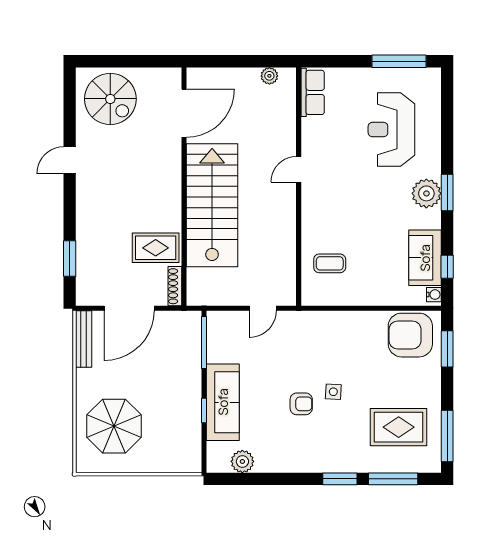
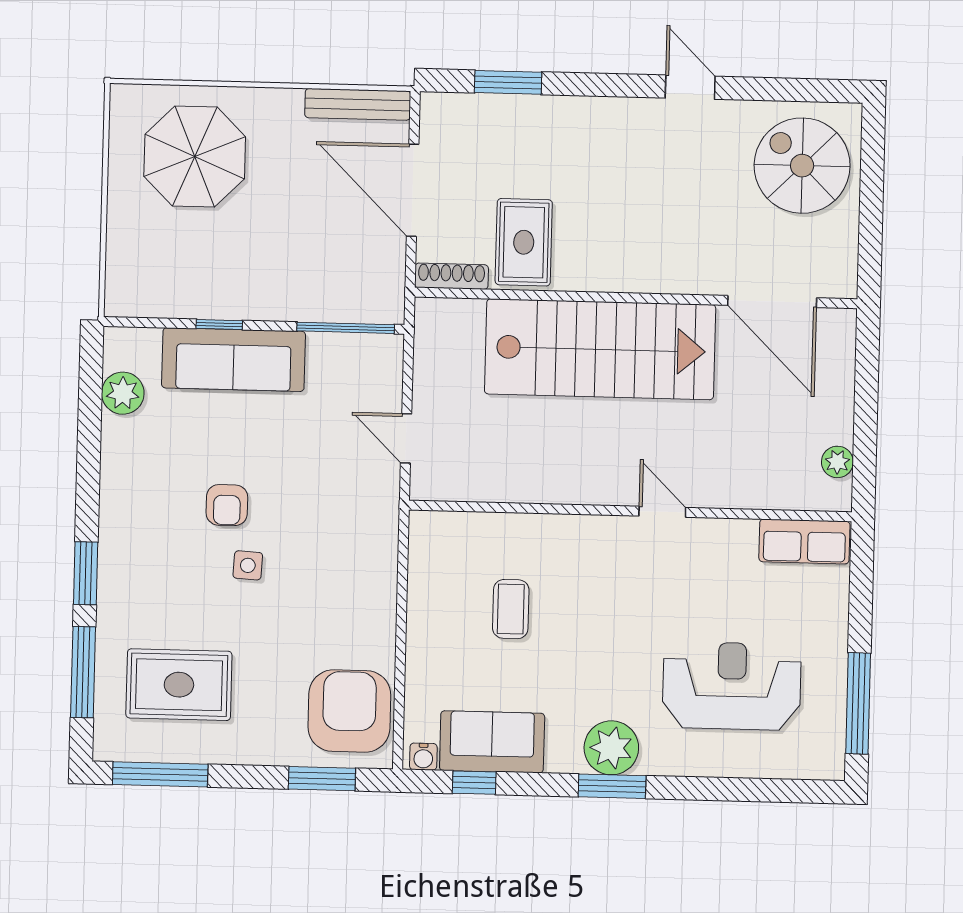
spiral stairs: (110, 99) -> (802, 166), turned 90
coffee table: (330, 263) -> (511, 609), moved
rug: (399, 427) -> (179, 685), turned 90

